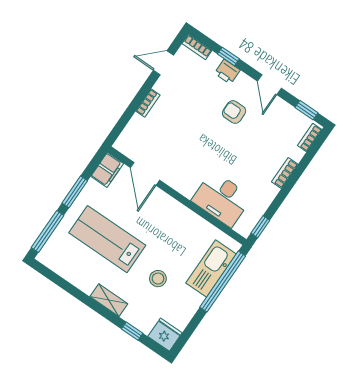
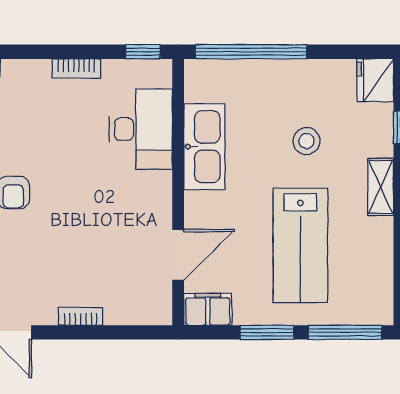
bookcase: (285, 173) -> (76, 68), moved
kitchen sink: (211, 268) -> (204, 147), moved, turned -90

